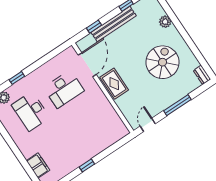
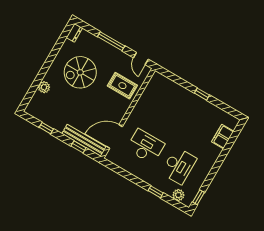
bench: (114, 24) -> (84, 140), moved
rug: (114, 84) -> (122, 86), moved, turned 90
door: (148, 125) -> (141, 58), hinge flipped

